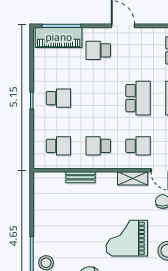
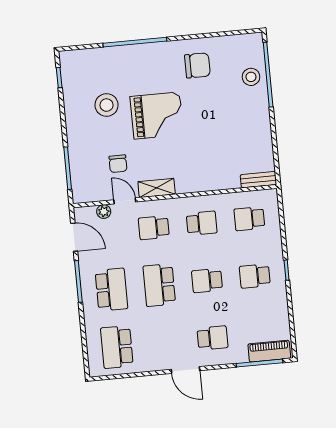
piano: (59, 37) -> (269, 351), width x0.73, depth x0.75
school desk: (98, 98) -> (207, 281), added
bench: (81, 177) -> (259, 180), moved

